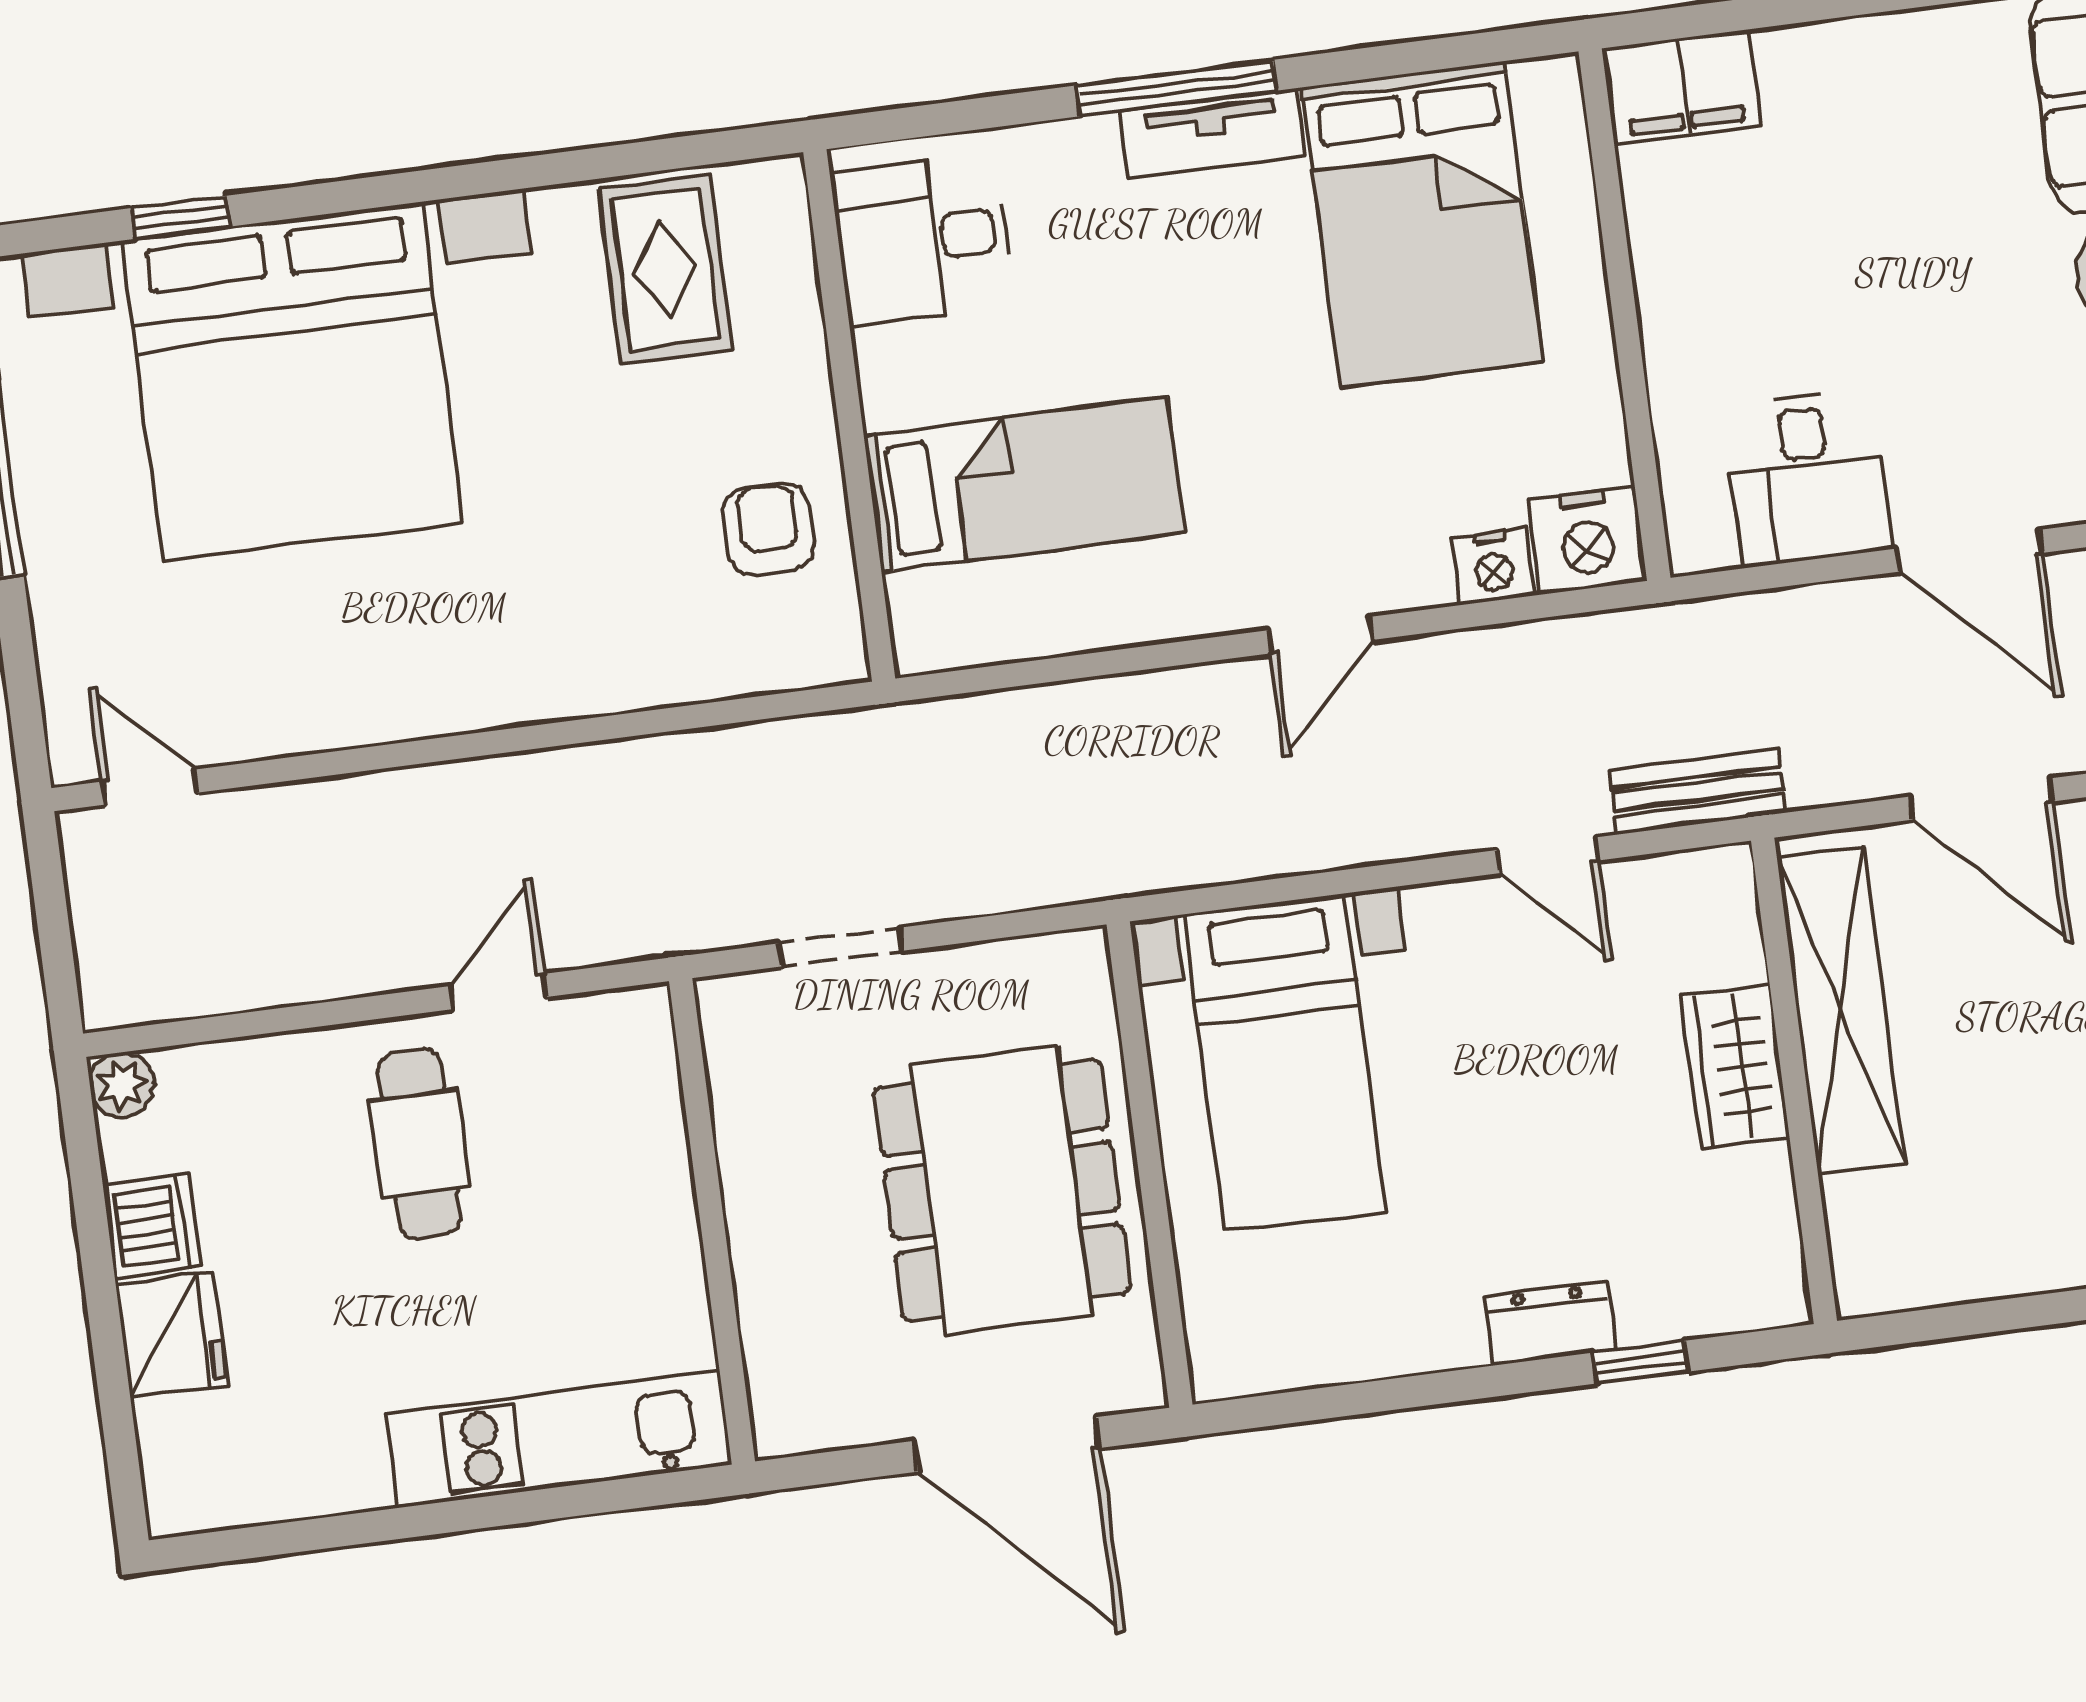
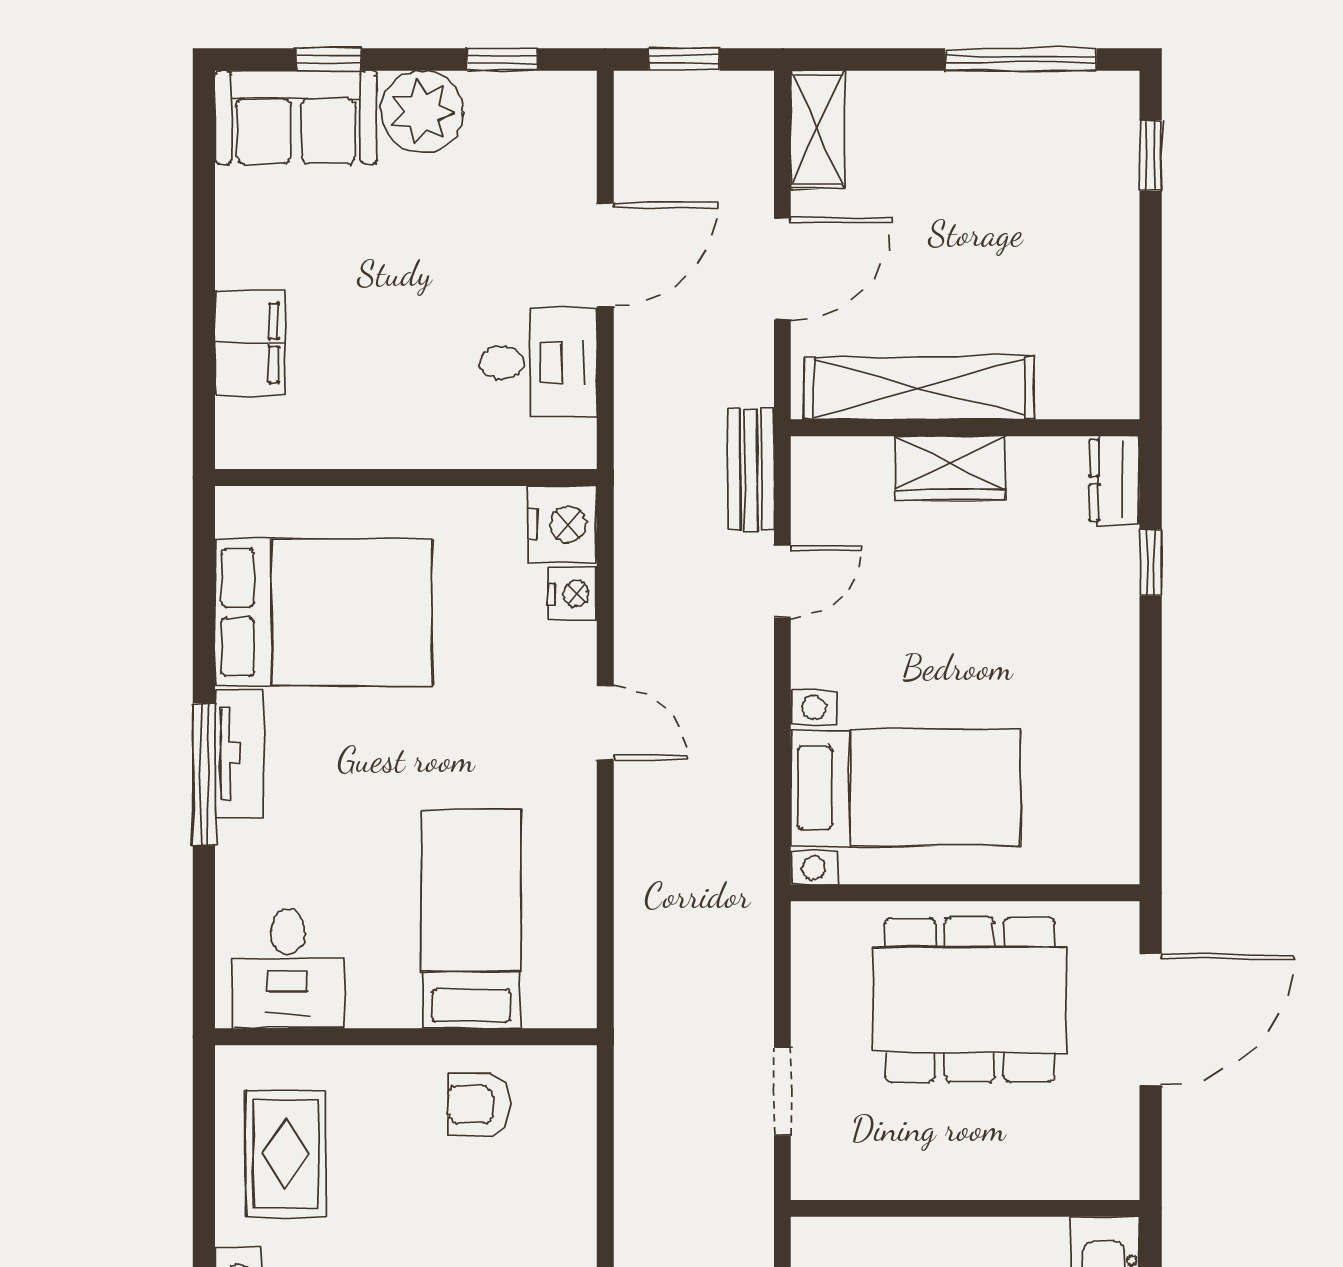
filing cabinet: (1683, 87) -> (250, 343), moved
rug: (665, 269) -> (285, 1154), turned 90
dresser: (1550, 1323) -> (1115, 480), moved

